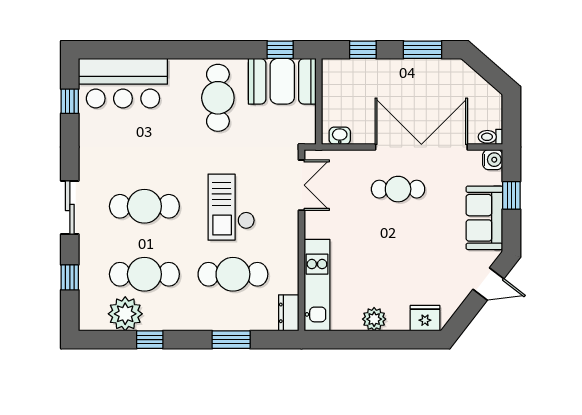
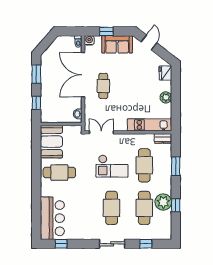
window: (280, 50) -> (36, 143), removed
plant: (125, 314) -> (163, 202), moved

